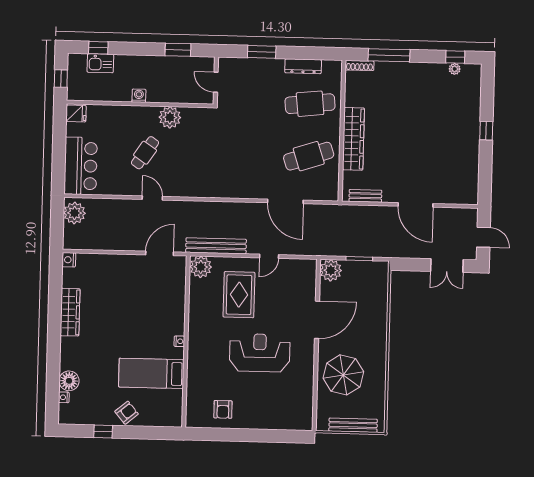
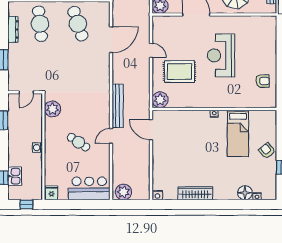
plant: (170, 117) -> (52, 109), moved
bench: (216, 246) -> (118, 106), moved

